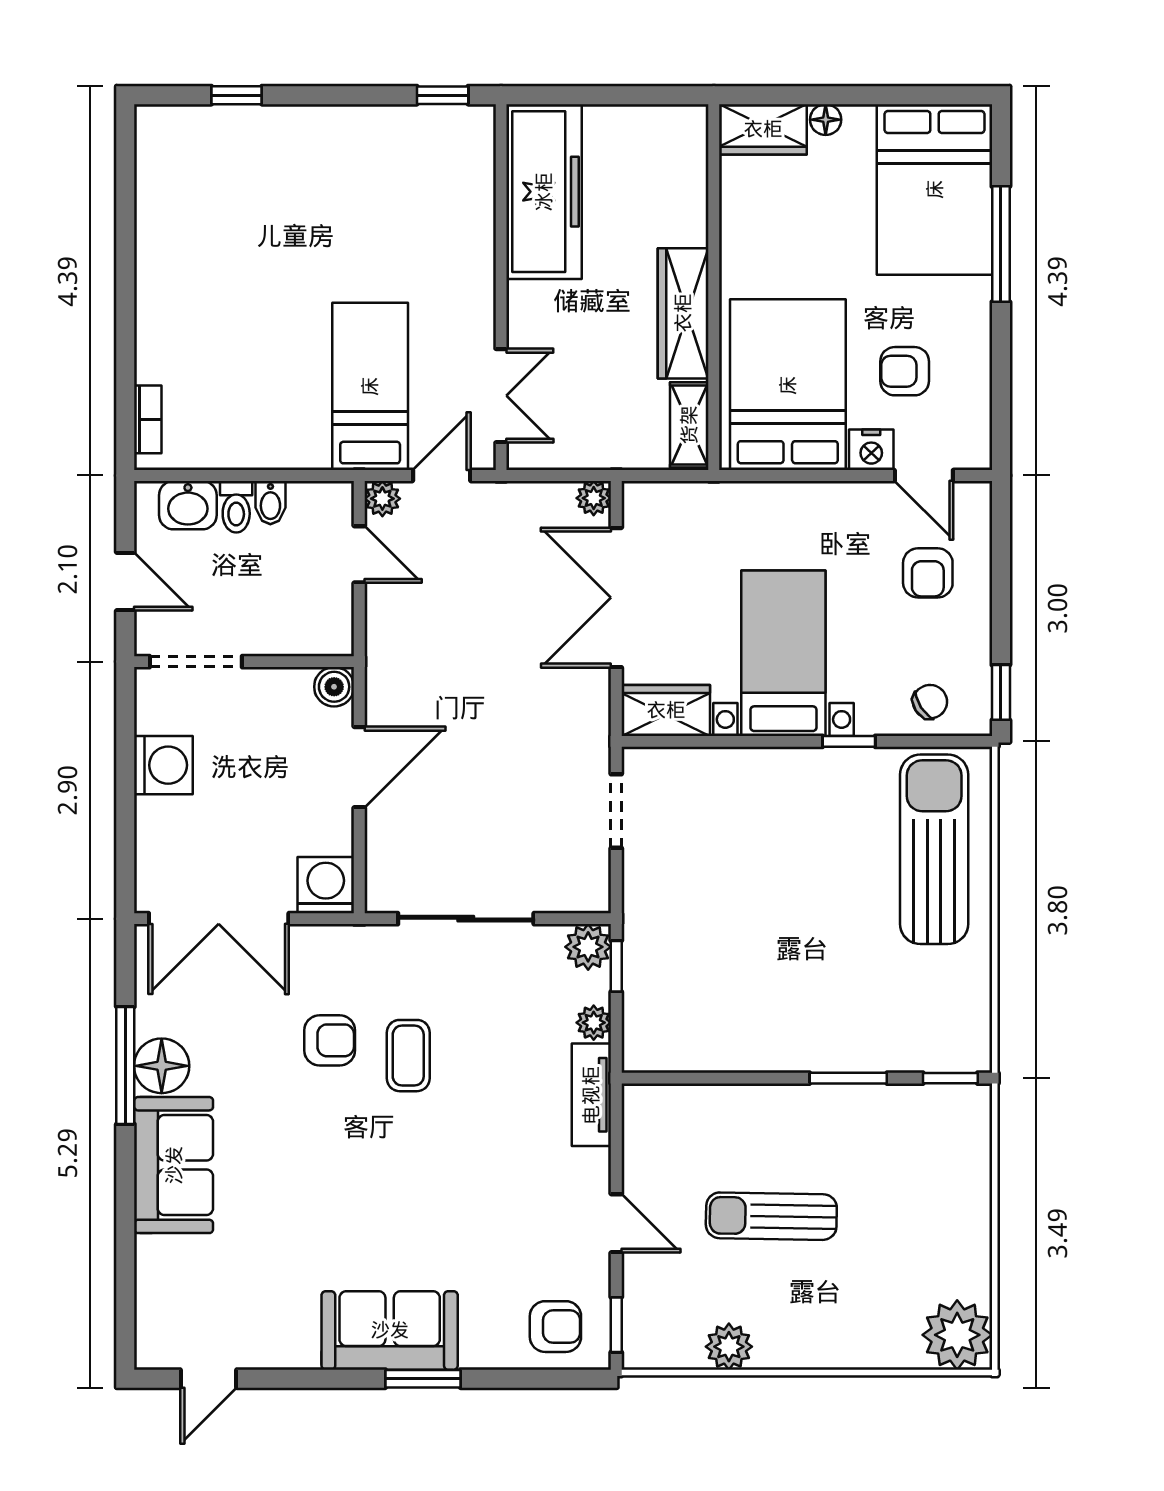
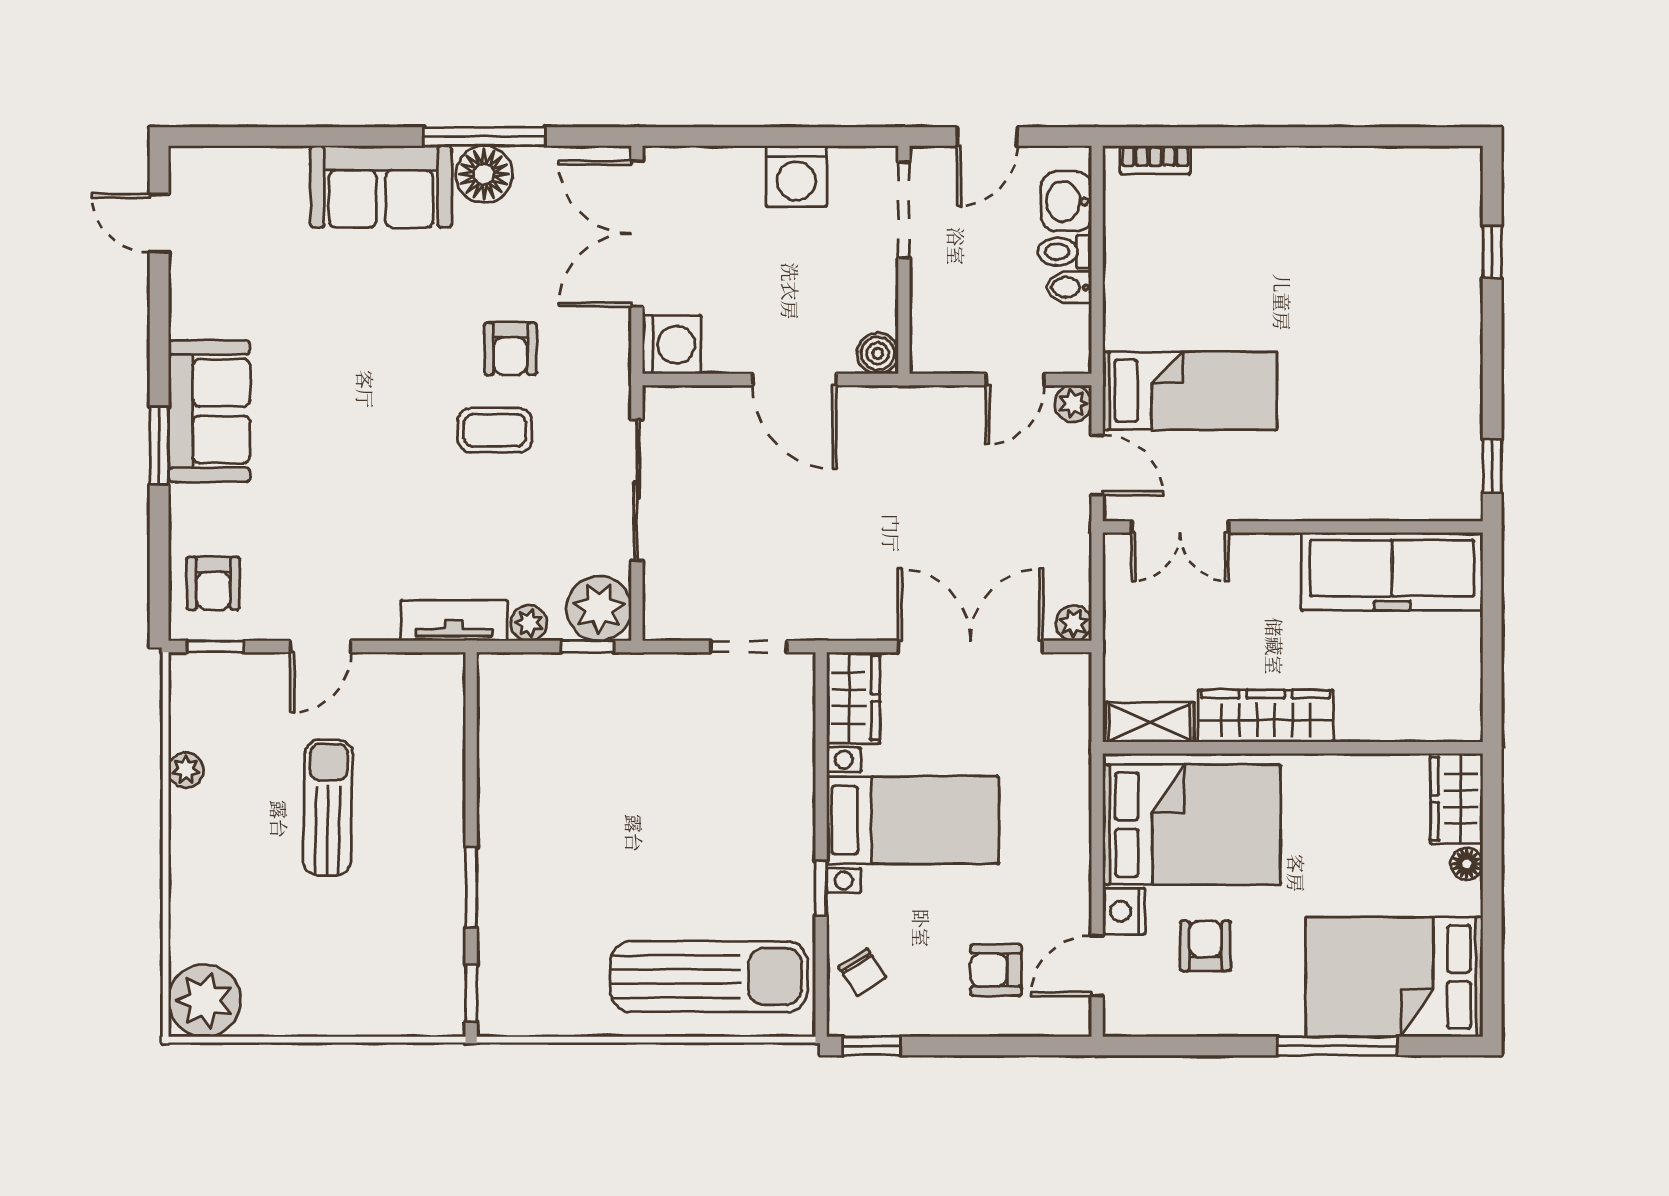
plant: (588, 947) -> (599, 608), width x1.36, depth x1.36
plant: (729, 1347) -> (186, 770), width x0.73, depth x0.73

